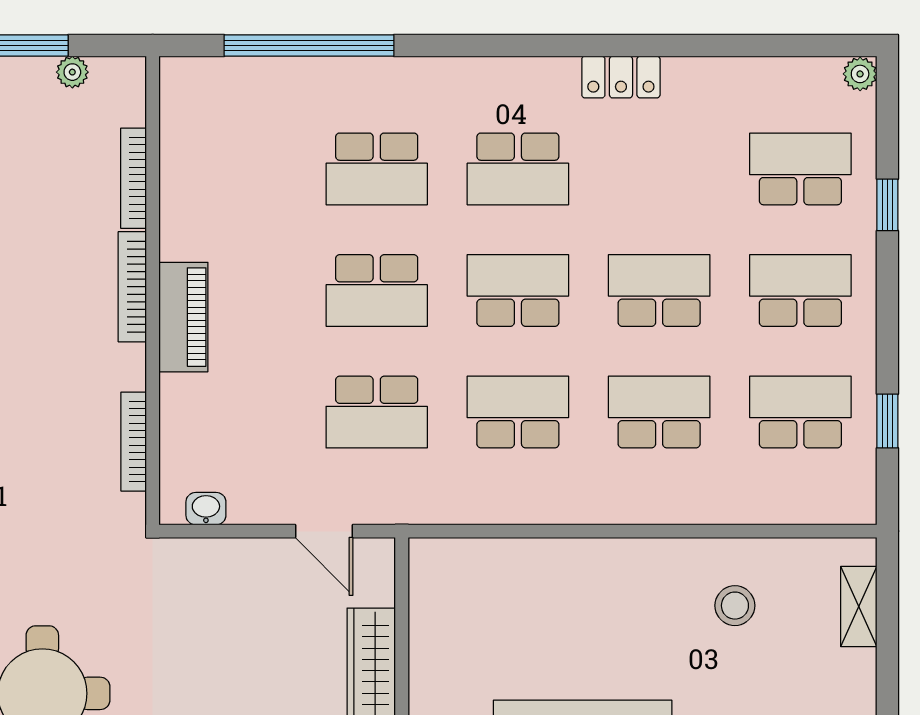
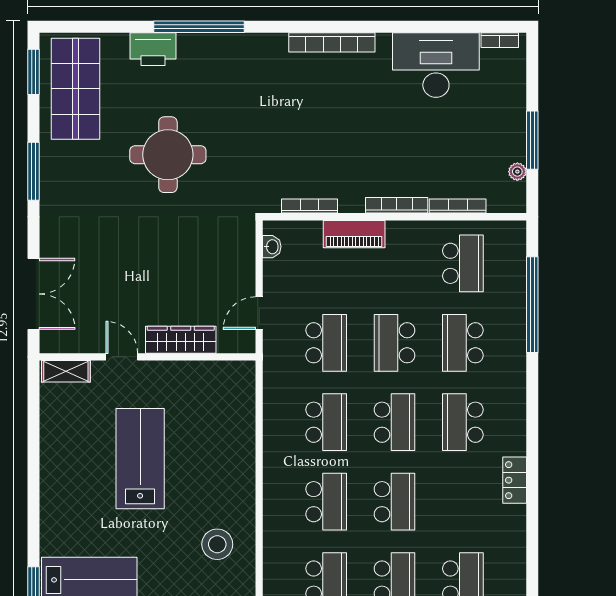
school desk: (235, 169) -> (463, 263), added
piano: (183, 317) -> (354, 234), moved
school desk: (377, 412) -> (326, 343), turned 180
stool: (735, 606) -> (217, 544), width x1.38, depth x1.38

